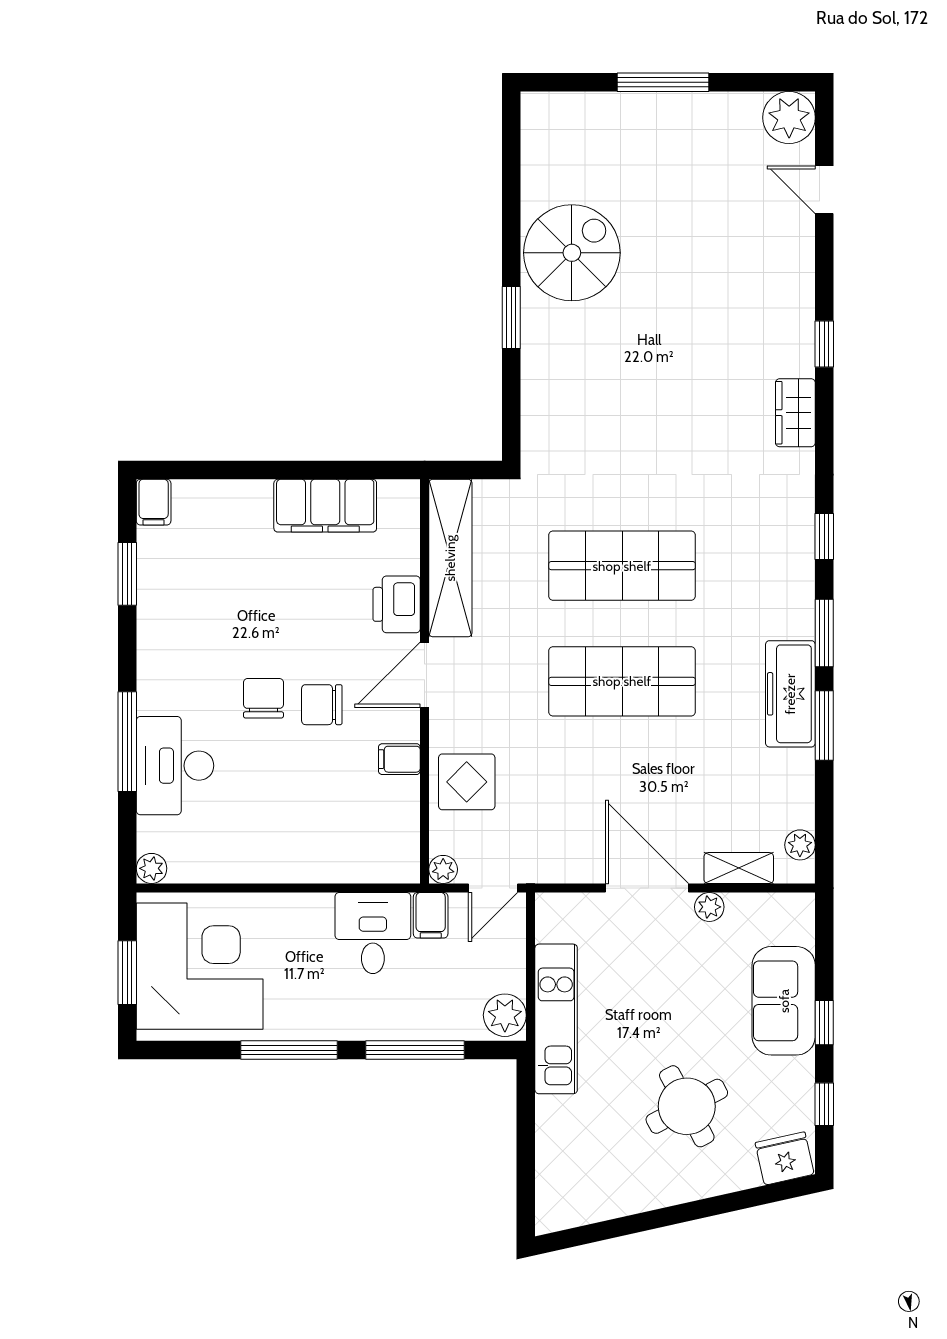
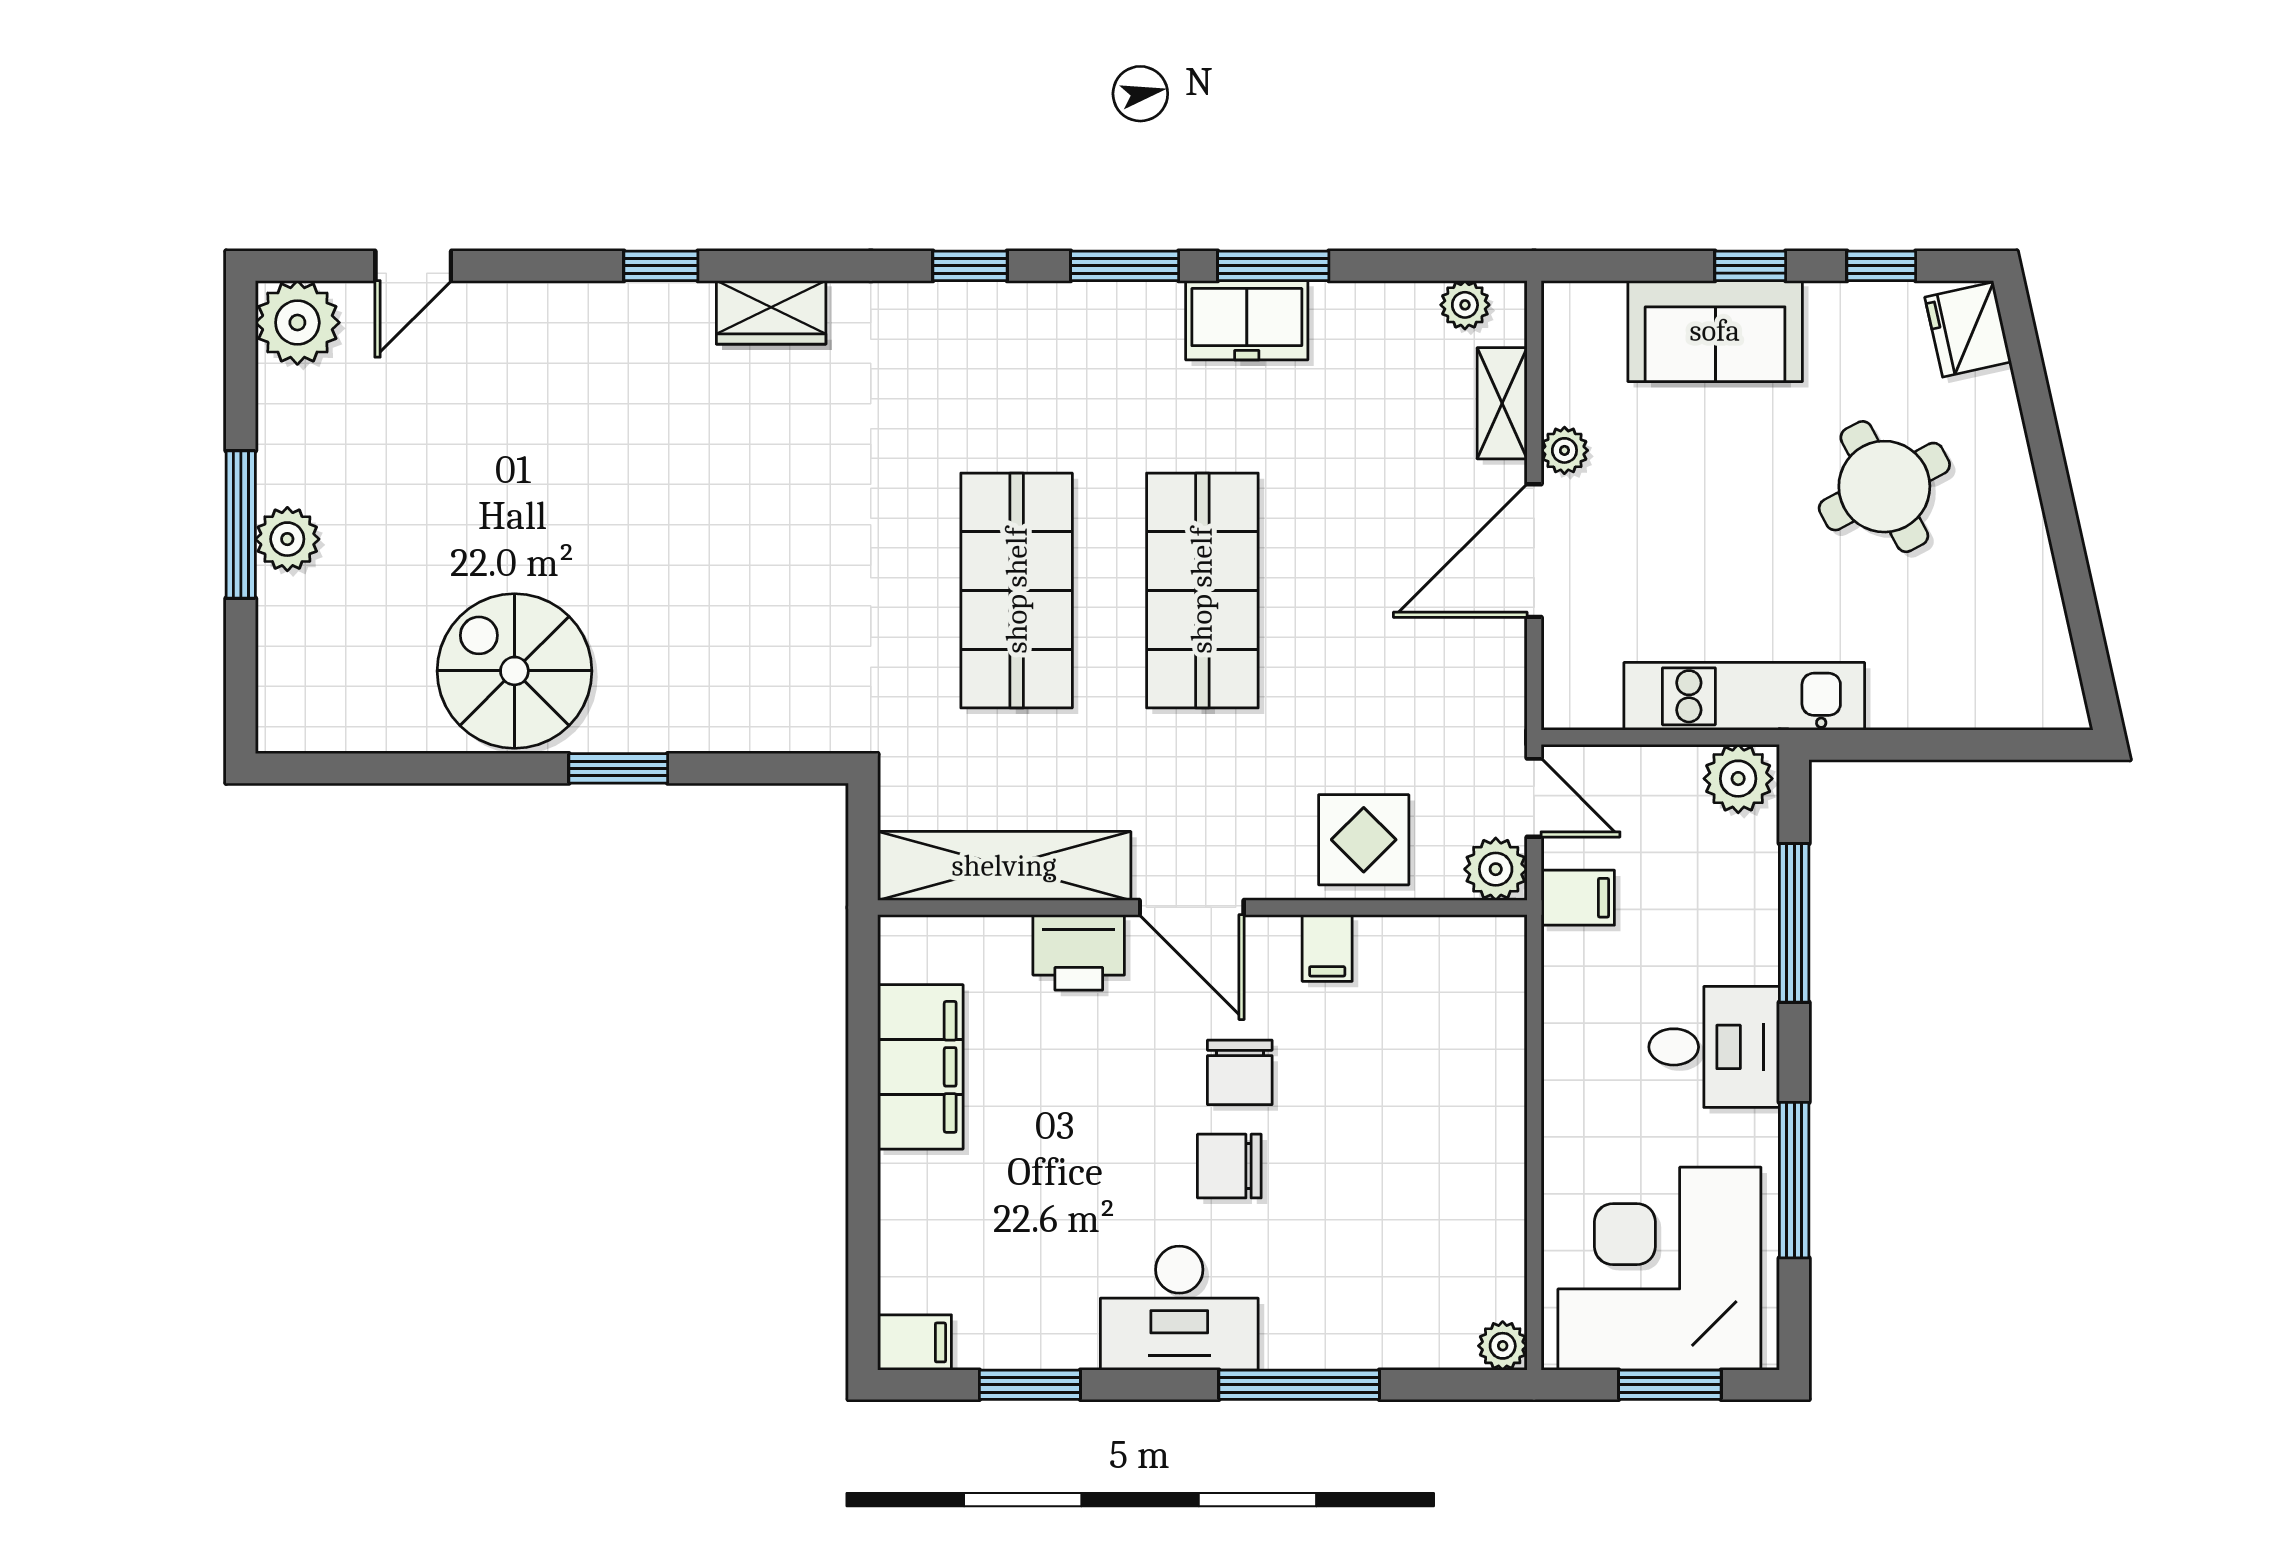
plant: (654, 111) -> (287, 539), added
freezer: (790, 694) -> (1247, 320), width x0.71
desk: (175, 766) -> (1179, 1308), moved
plant: (443, 869) -> (1496, 869), width x1.38, depth x1.38
desk: (373, 933) -> (1714, 1047), moved, turned 180
window: (289, 1050) -> (1794, 1180), moved

